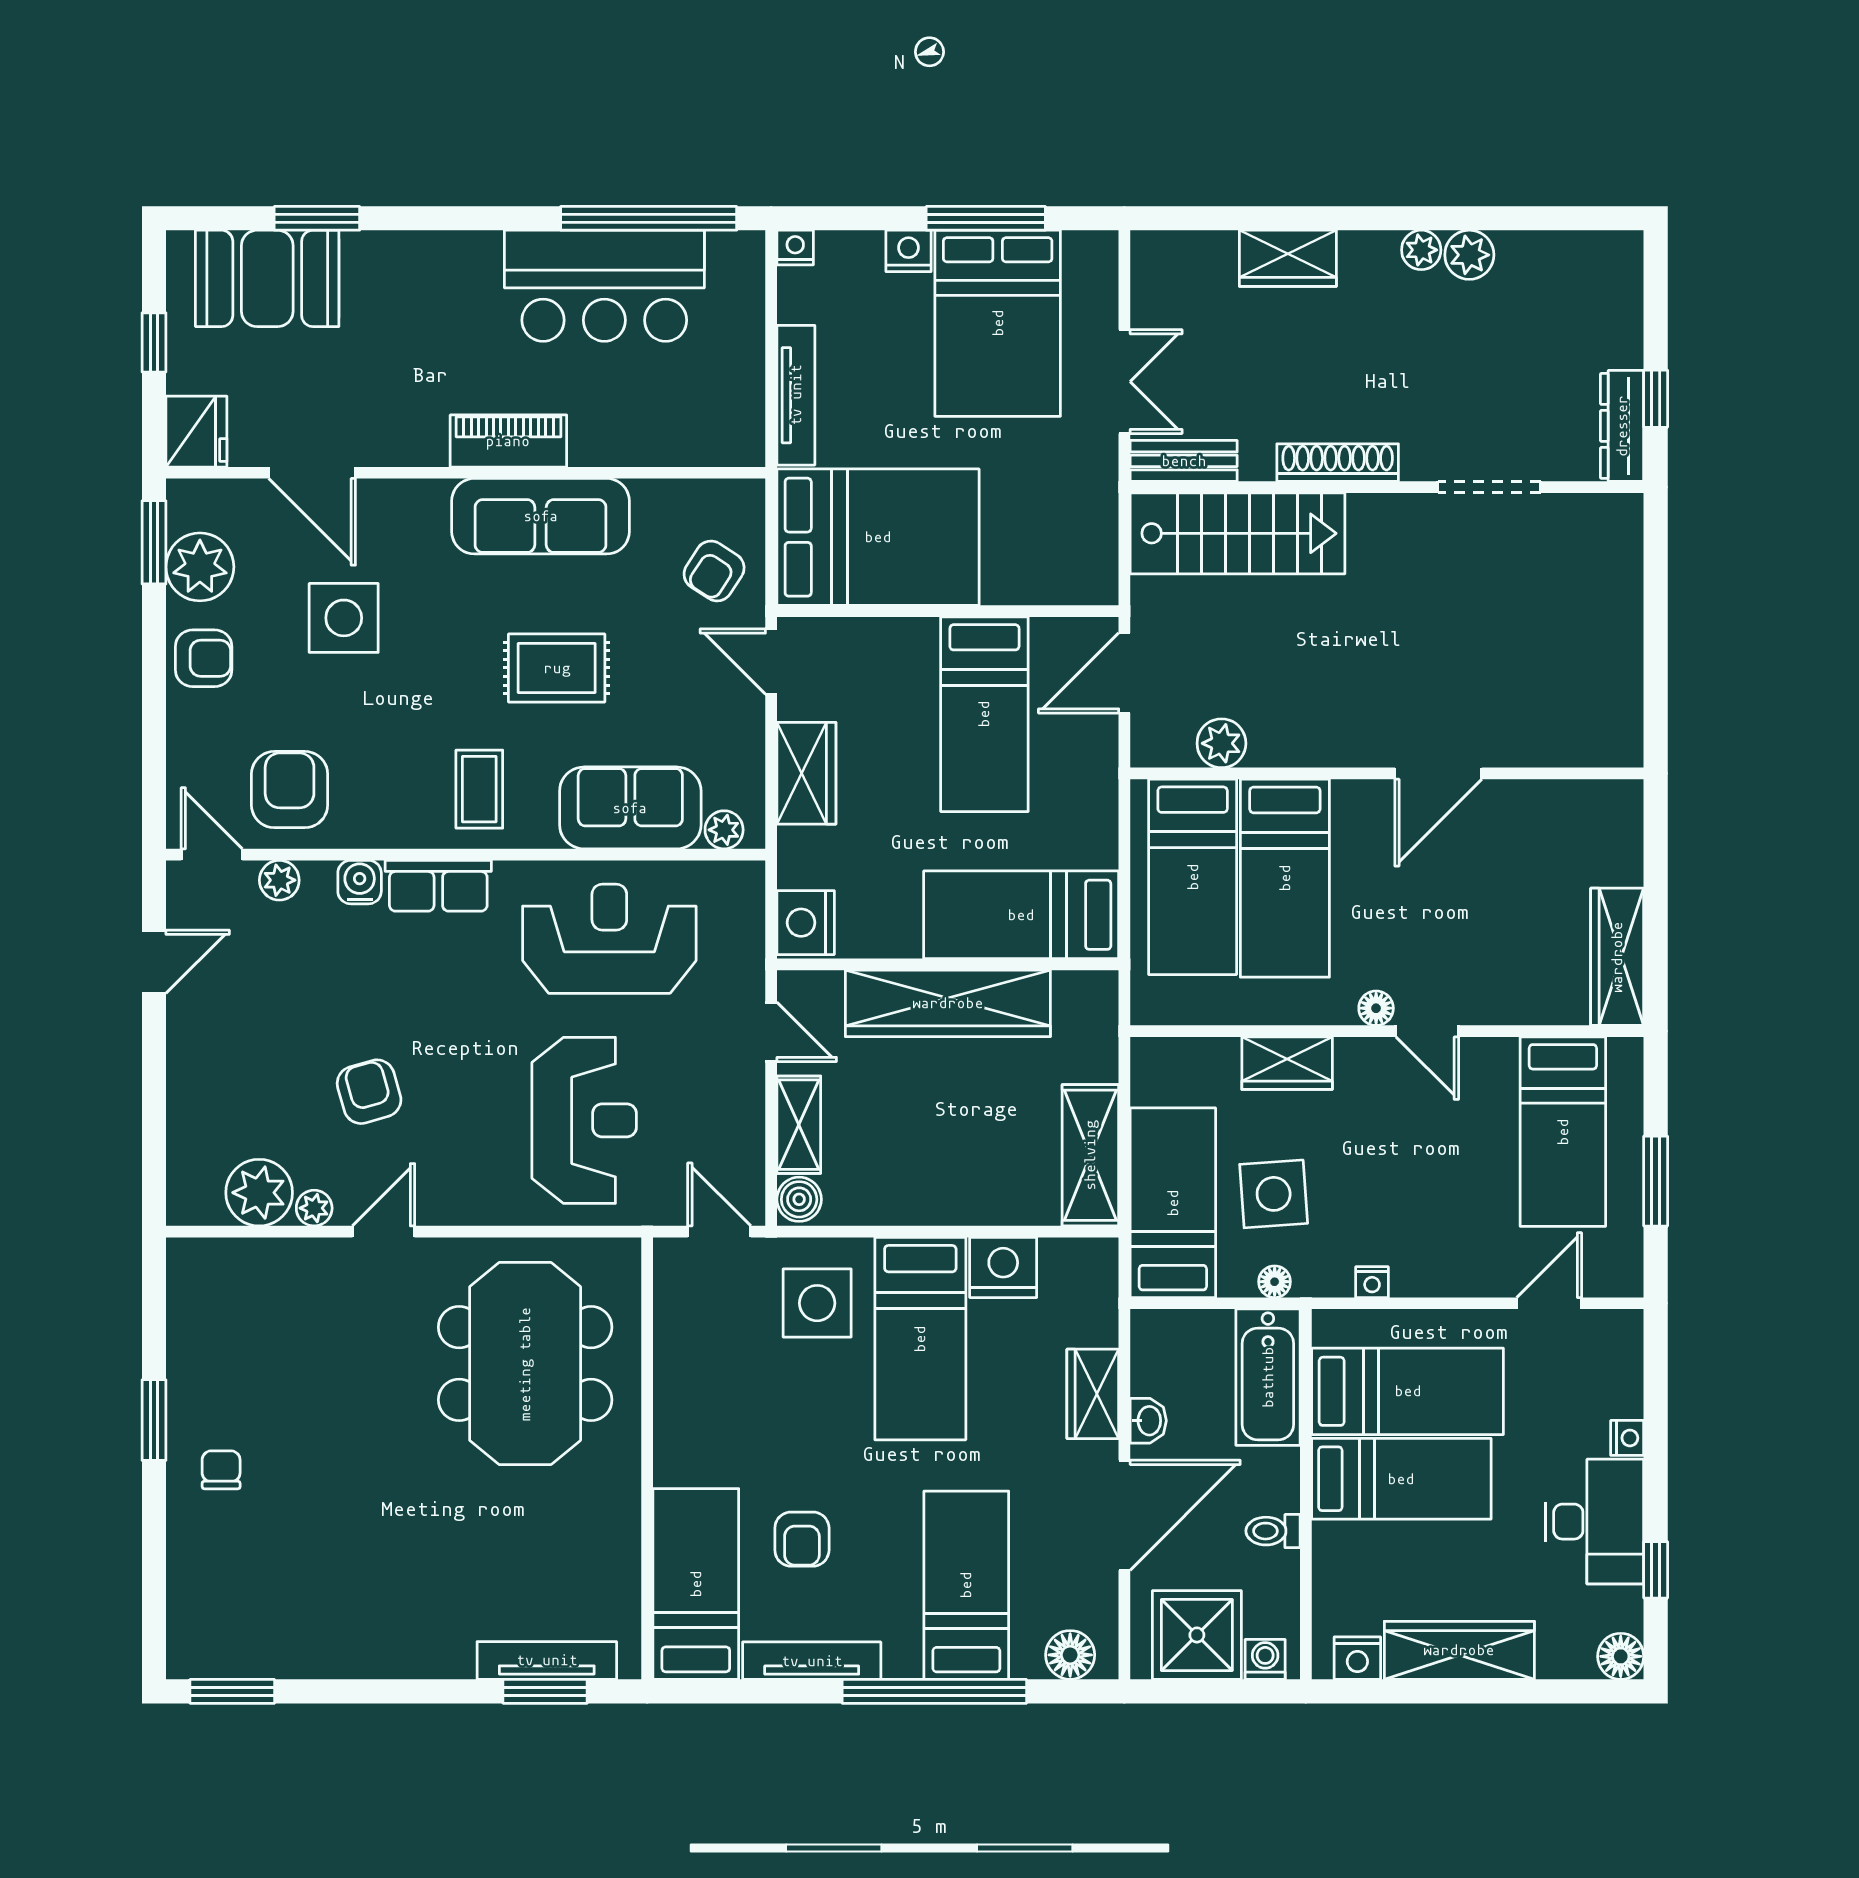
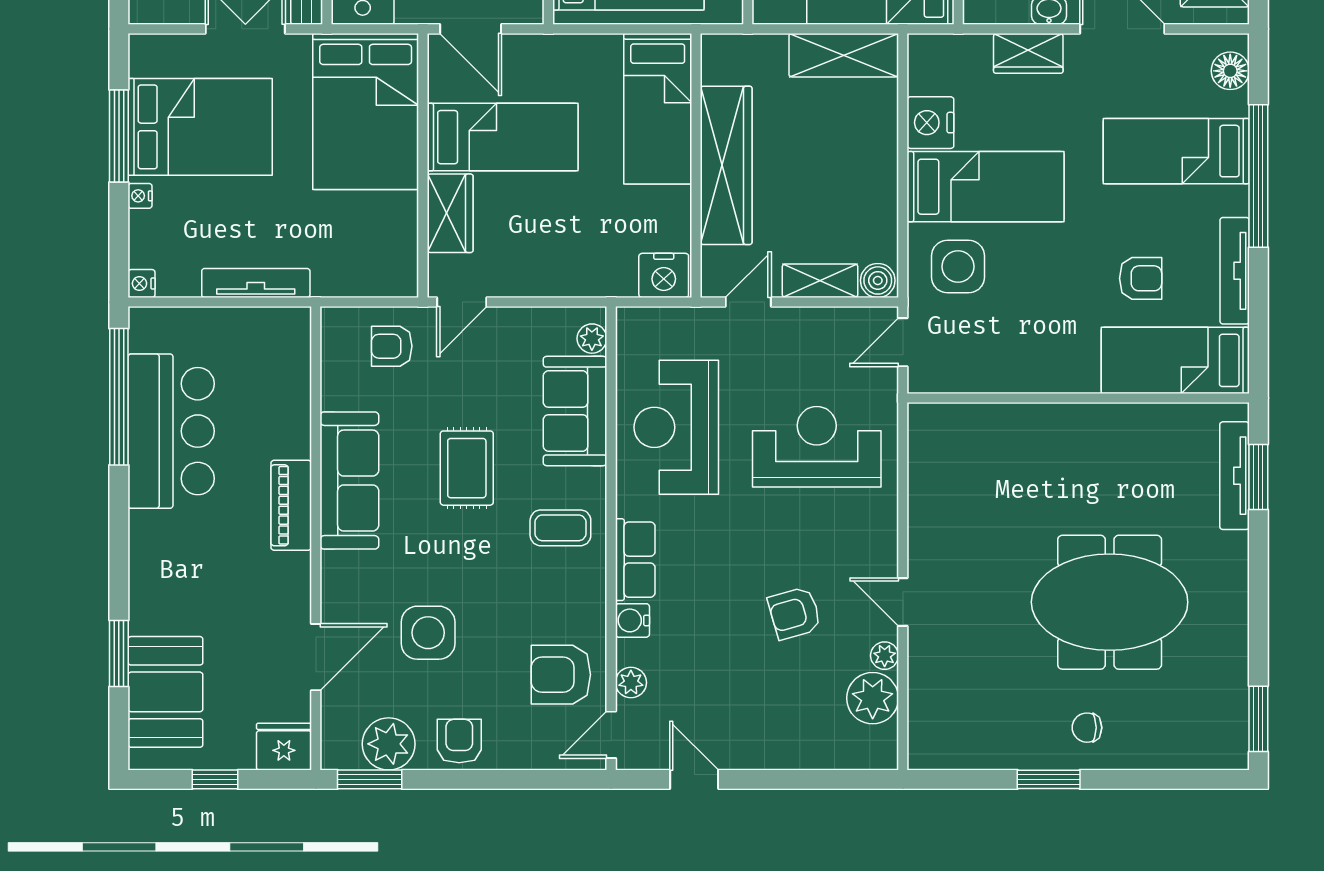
nightstand: (908, 251) -> (140, 196), width x0.72, depth x0.74
bed: (878, 537) -> (366, 111), moved, turned 180
armchair: (714, 571) -> (392, 346), turned 147
wardrobe: (806, 773) -> (450, 213), moved, turned 90
meeting table: (525, 1364) -> (1110, 602), moved

